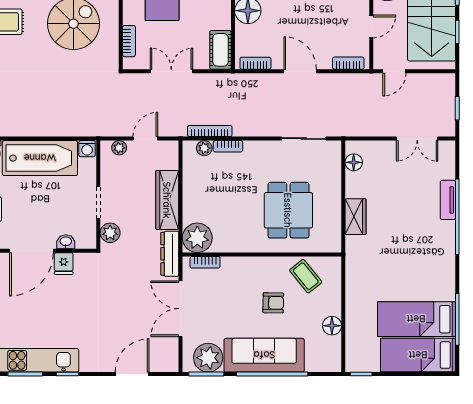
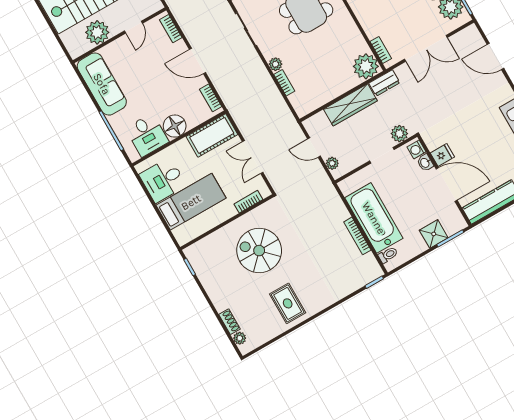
door: (371, 26) -> (133, 27), swing flipped
cot: (220, 50) -> (212, 135), width x1.37, depth x1.34
door: (300, 71) -> (197, 61), hinge flipped
bookcase: (210, 131) -> (357, 236), moved
plant: (204, 148) -> (276, 64), moved
washing machine: (87, 149) -> (416, 149), moved, turned 180
dresser: (170, 254) -> (384, 83), width x0.70

